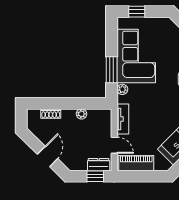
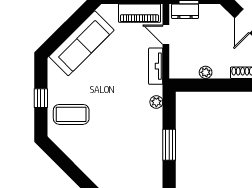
corner sofa: (136, 56) -> (140, 142), removed
window: (112, 70) -> (169, 145), moved

